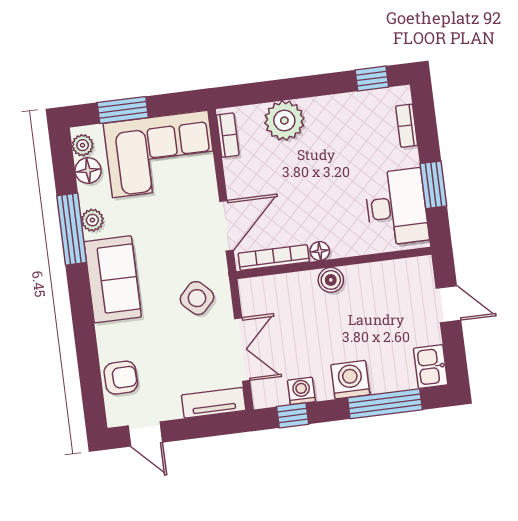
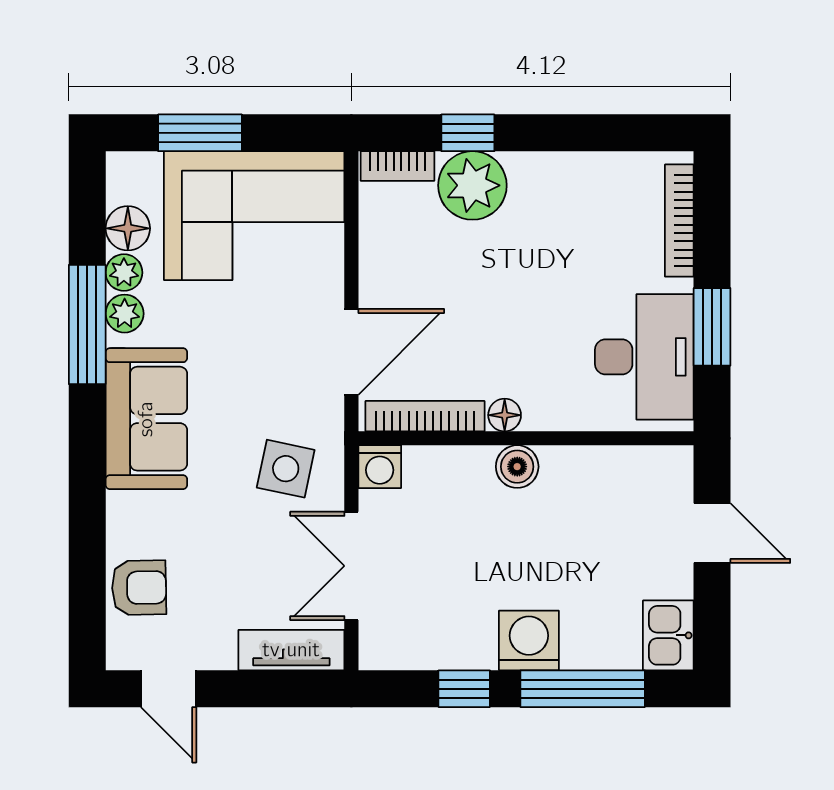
window: (372, 79) -> (468, 133), moved
bookcase: (407, 126) -> (679, 221), width x1.56
bookcase: (228, 135) -> (398, 166), moved, turned 90
plant: (83, 145) -> (124, 273), moved
side table: (197, 298) -> (286, 469), turned -32
double door: (242, 350) -> (351, 566), swing flipped
washing machine: (301, 391) -> (380, 467), moved, turned 180
window: (293, 415) -> (464, 689), moved

